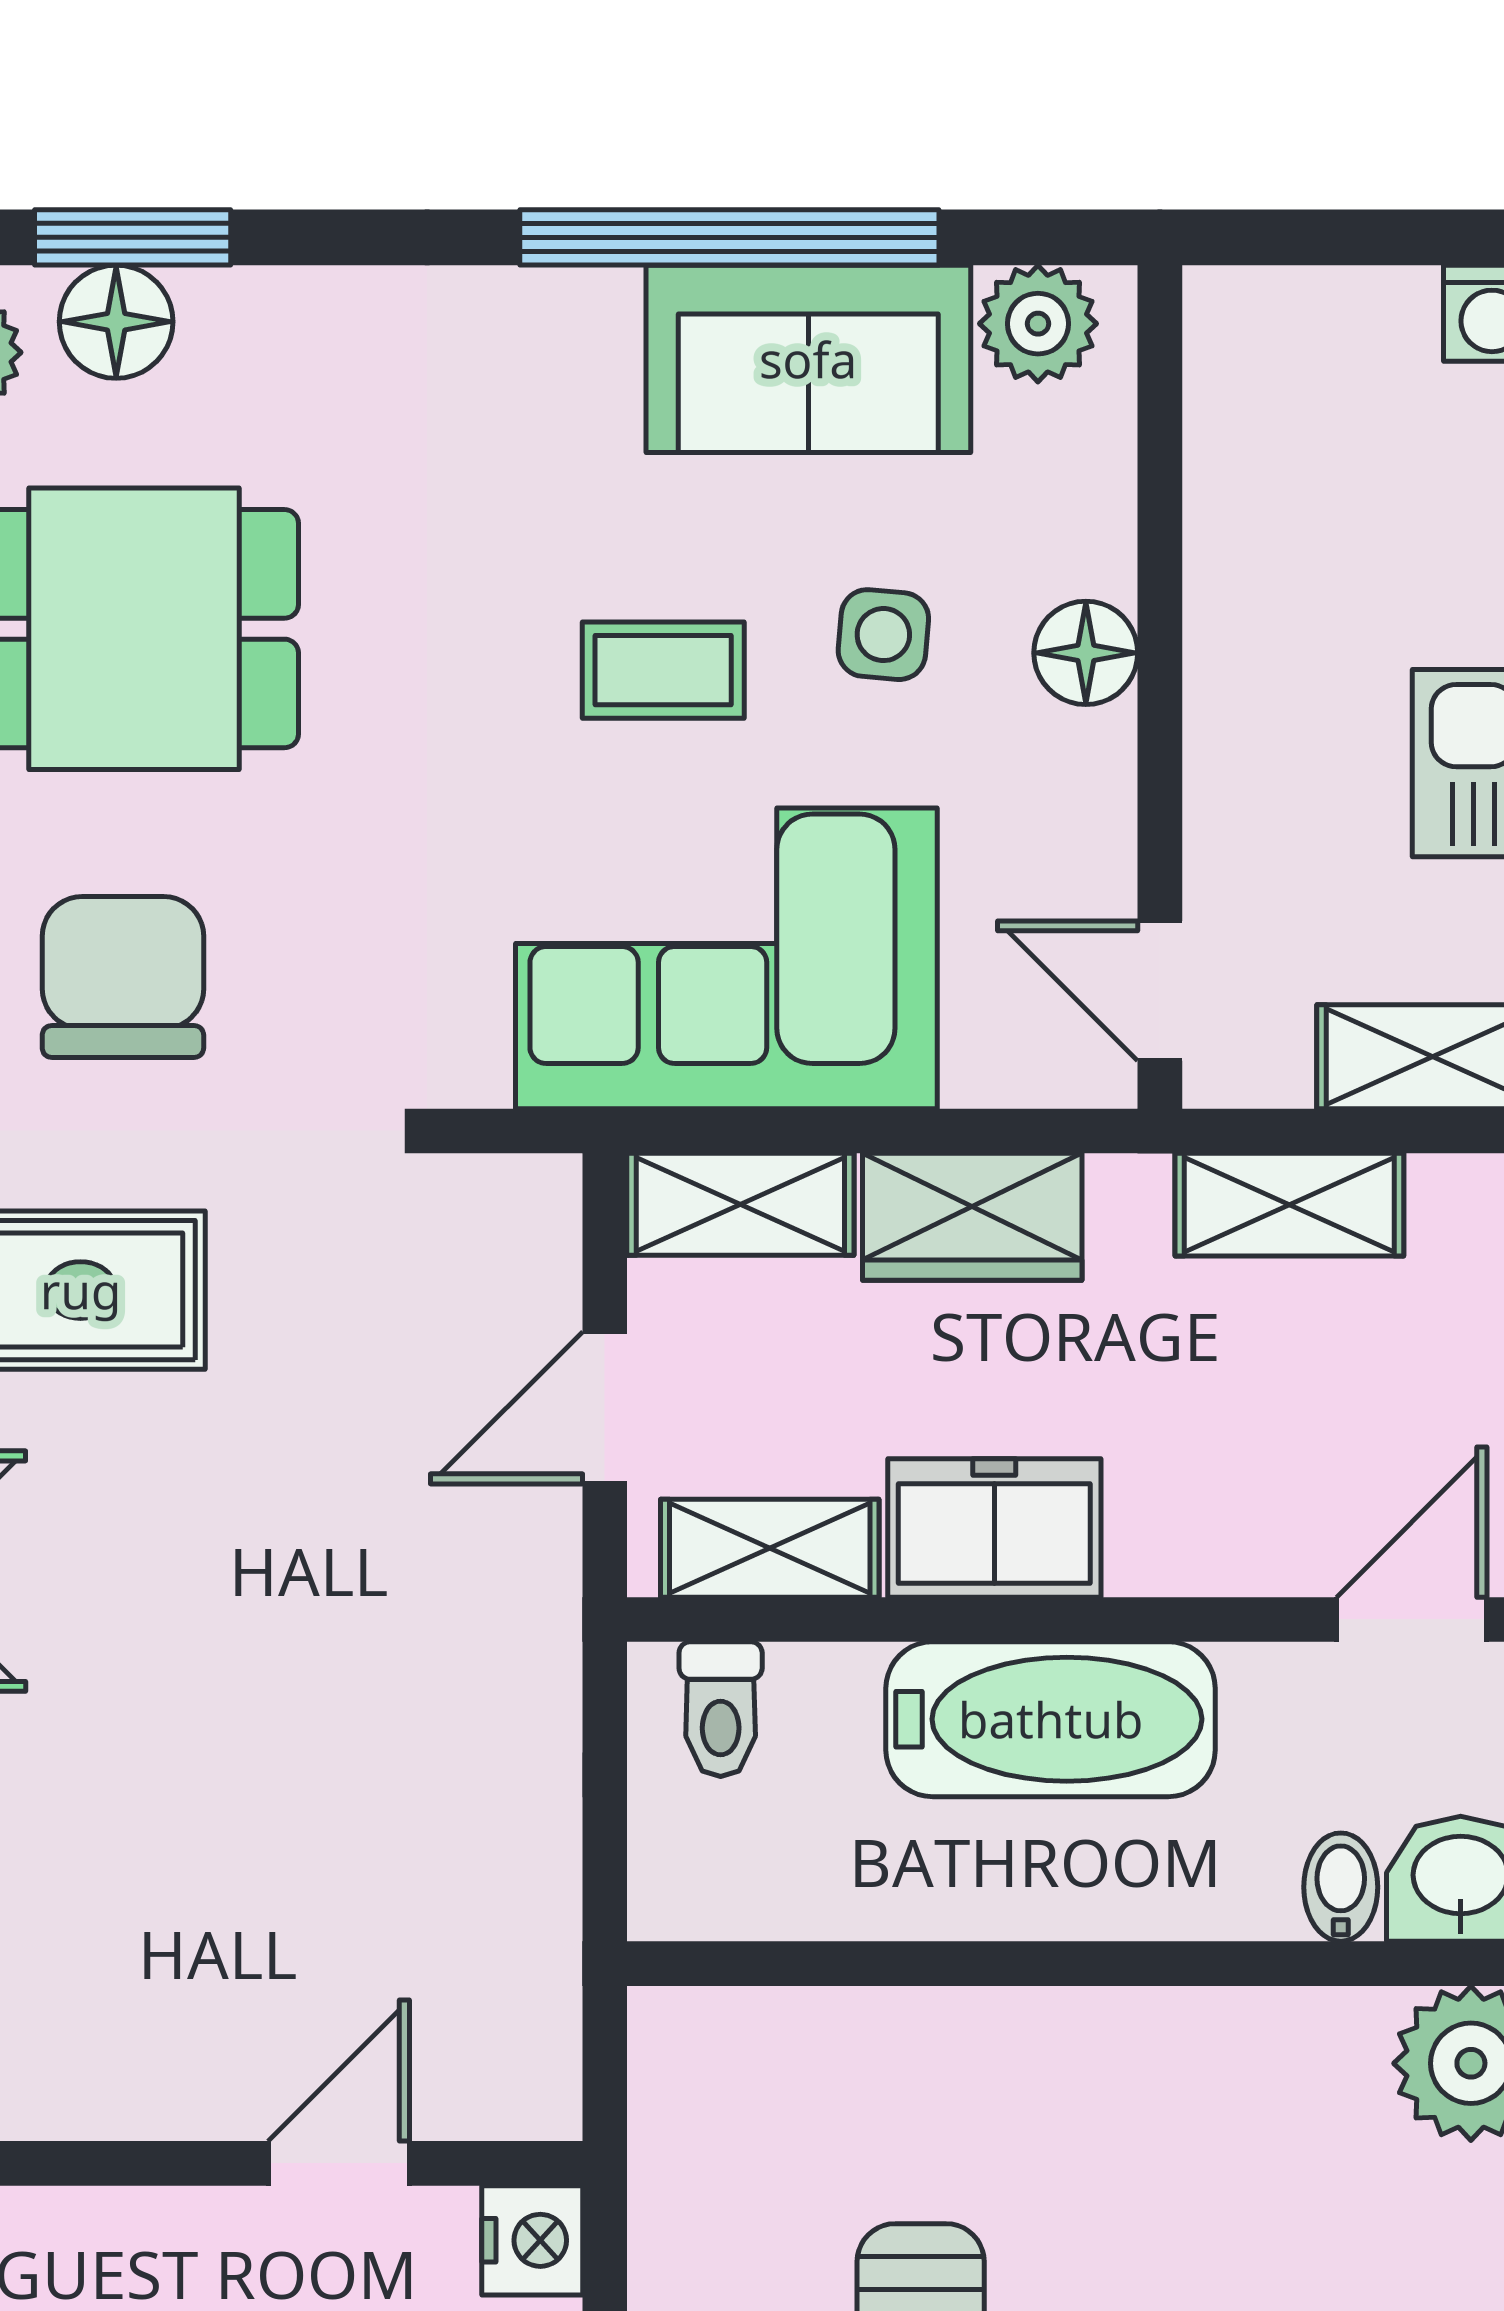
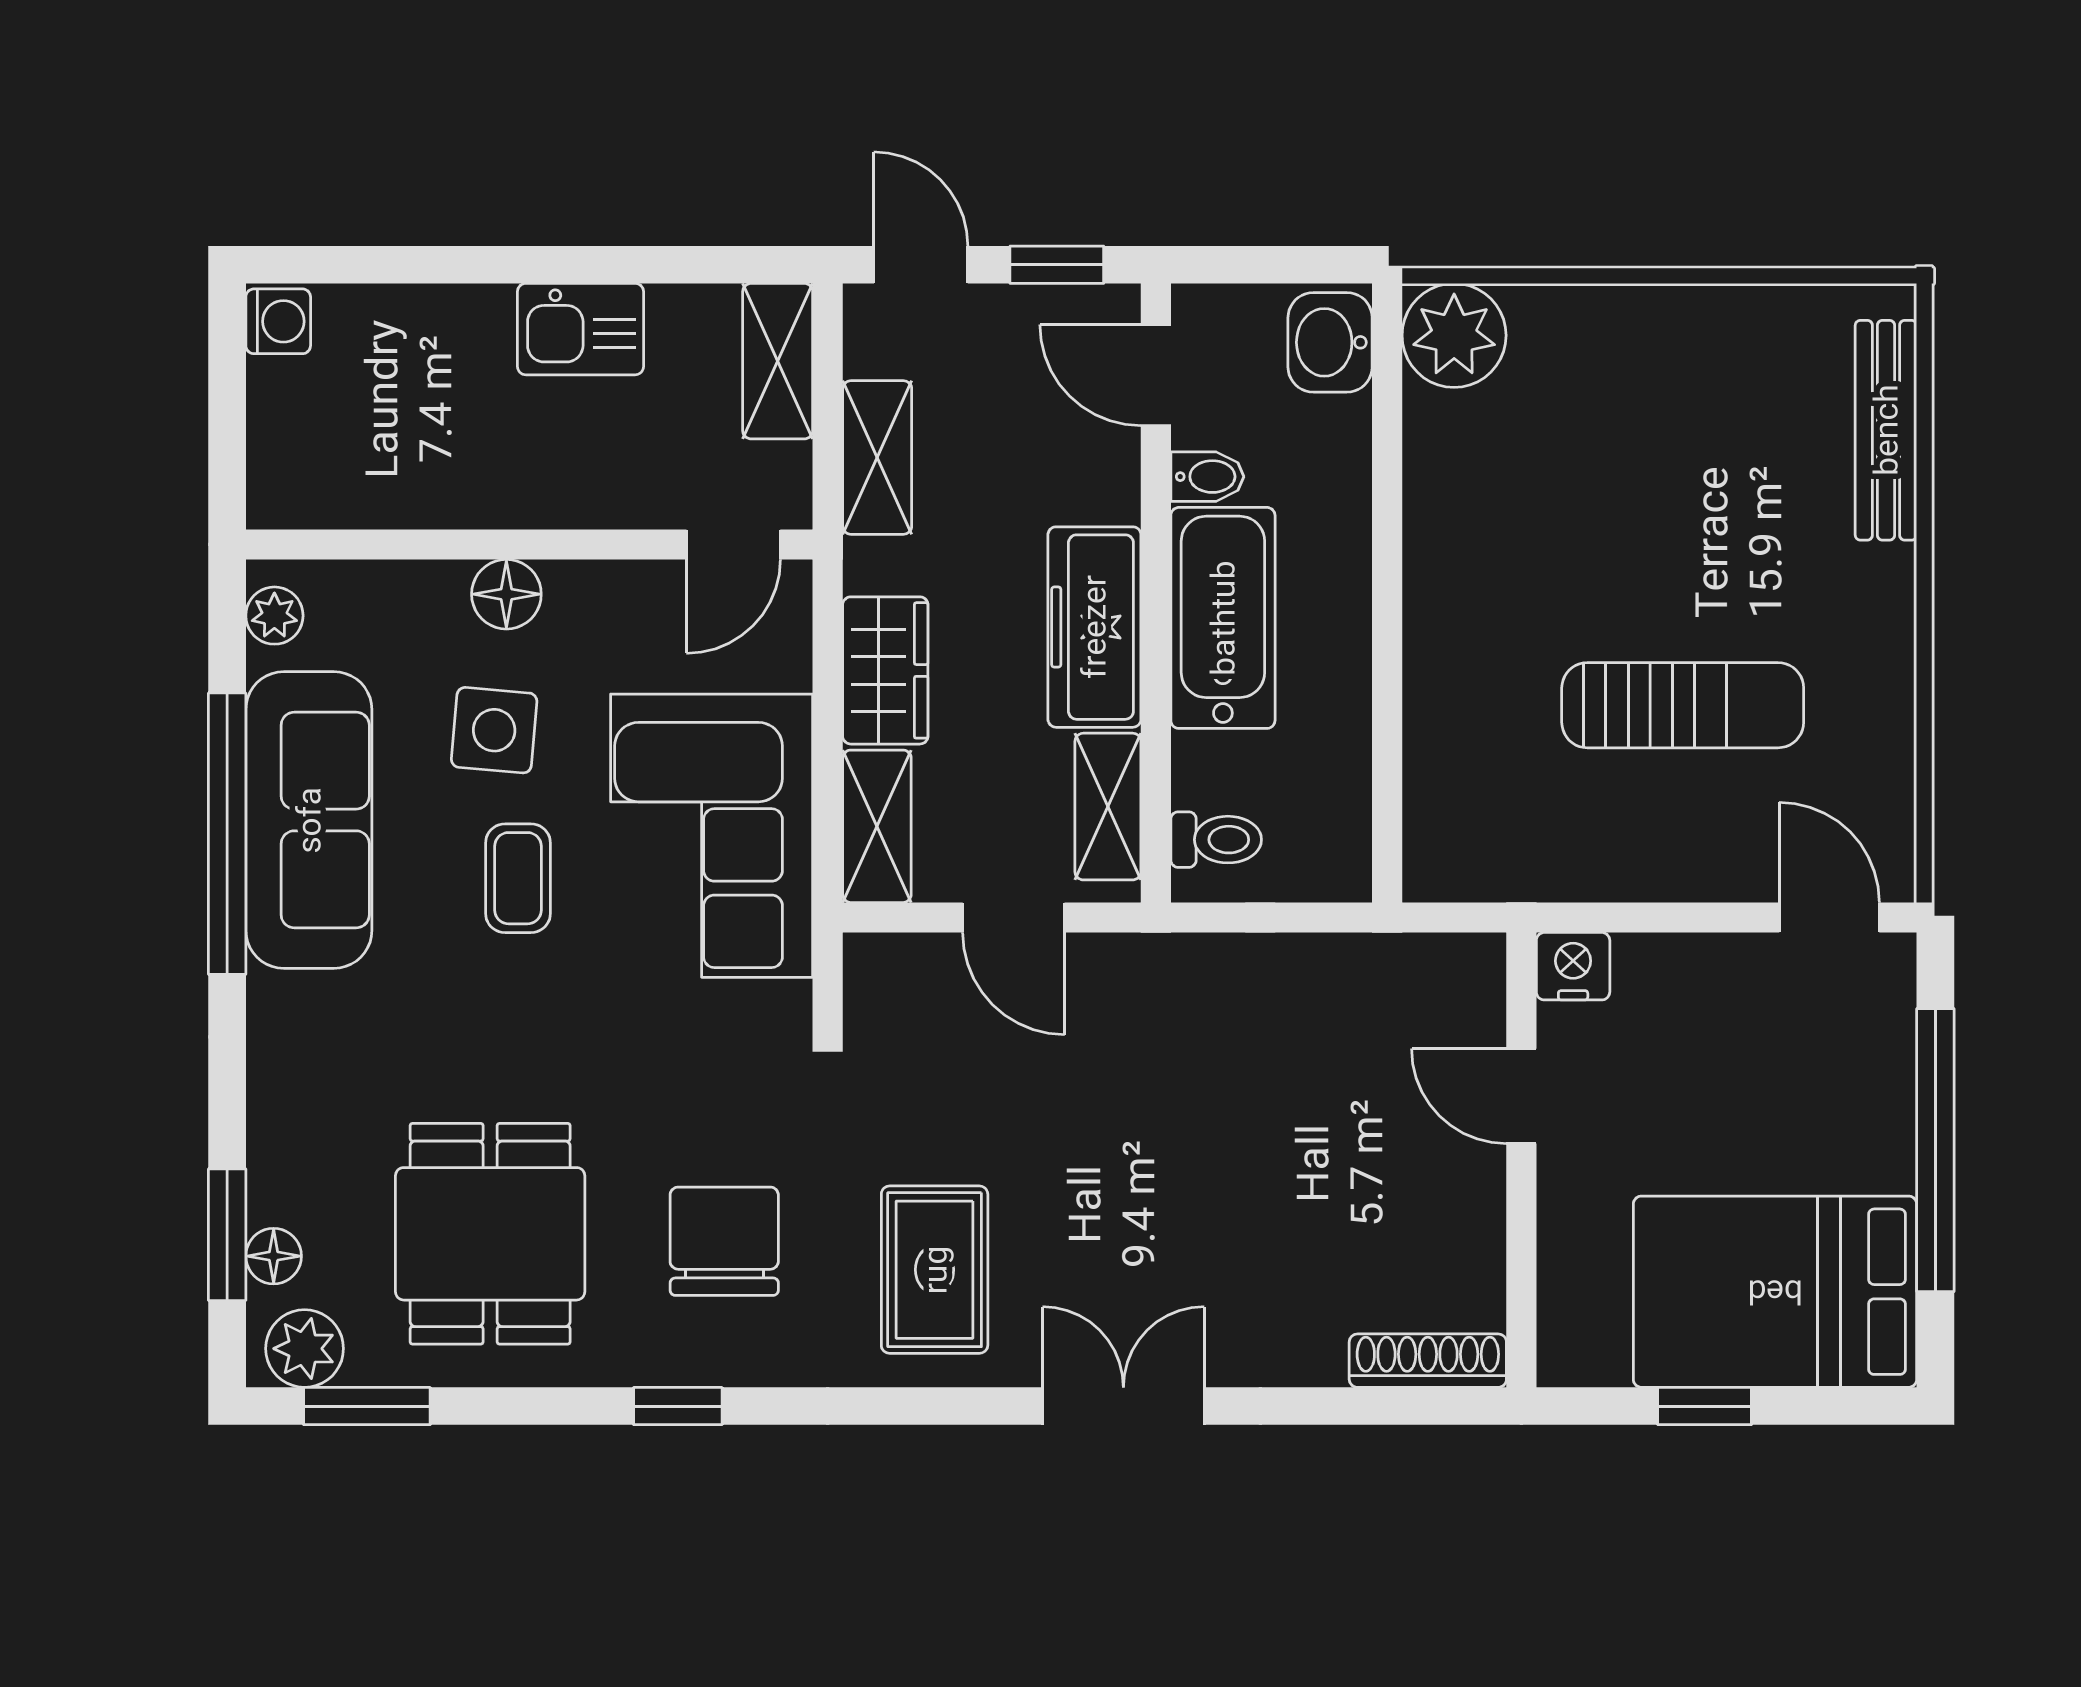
floor lamp: (116, 322) -> (274, 1256), width x0.73, depth x0.73
plant: (1038, 324) -> (274, 616), width x0.73, depth x0.73
sofa: (808, 359) -> (309, 820), width x1.36
side table: (883, 635) -> (494, 730), width x1.37, depth x1.37
chair: (123, 977) -> (724, 1241), turned 90
freezer: (994, 1528) -> (1094, 627), width x1.40
bidet: (1341, 1887) -> (1207, 477), moved, turned 180

